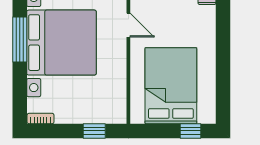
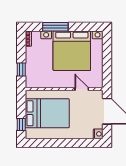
door: (128, 25) -> (82, 89), swing flipped
window: (20, 40) -> (55, 27), moved

